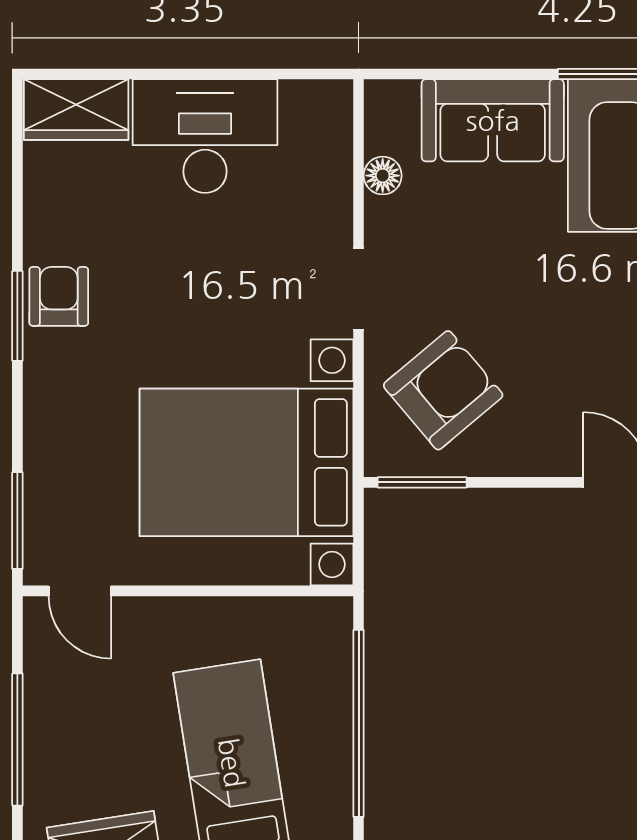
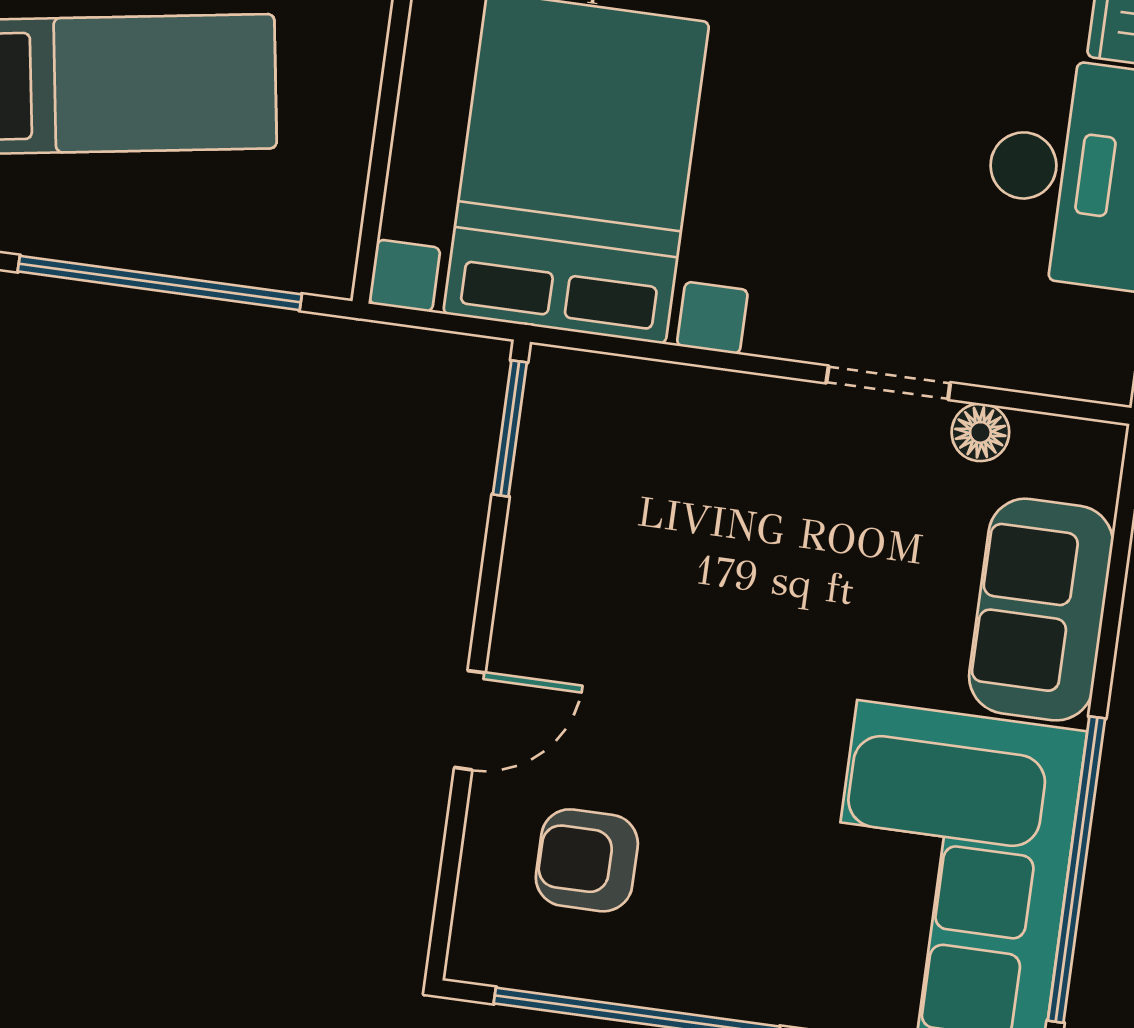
doorway: (359, 289) -> (888, 383), moved
armchair: (443, 390) -> (644, 479), removed

